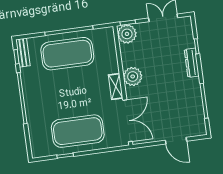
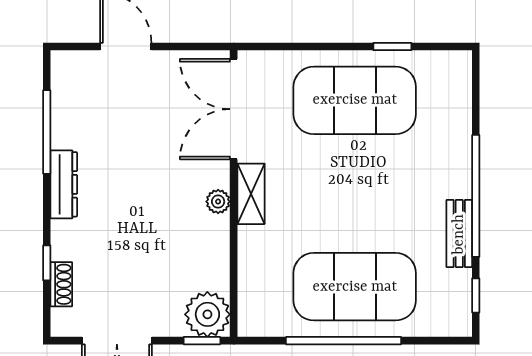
shoe rack: (189, 38) -> (61, 284), added
bench: (23, 53) -> (459, 234), moved
dresser: (192, 63) -> (64, 184), moved
plant: (133, 76) -> (218, 202), width x0.53, depth x0.53

